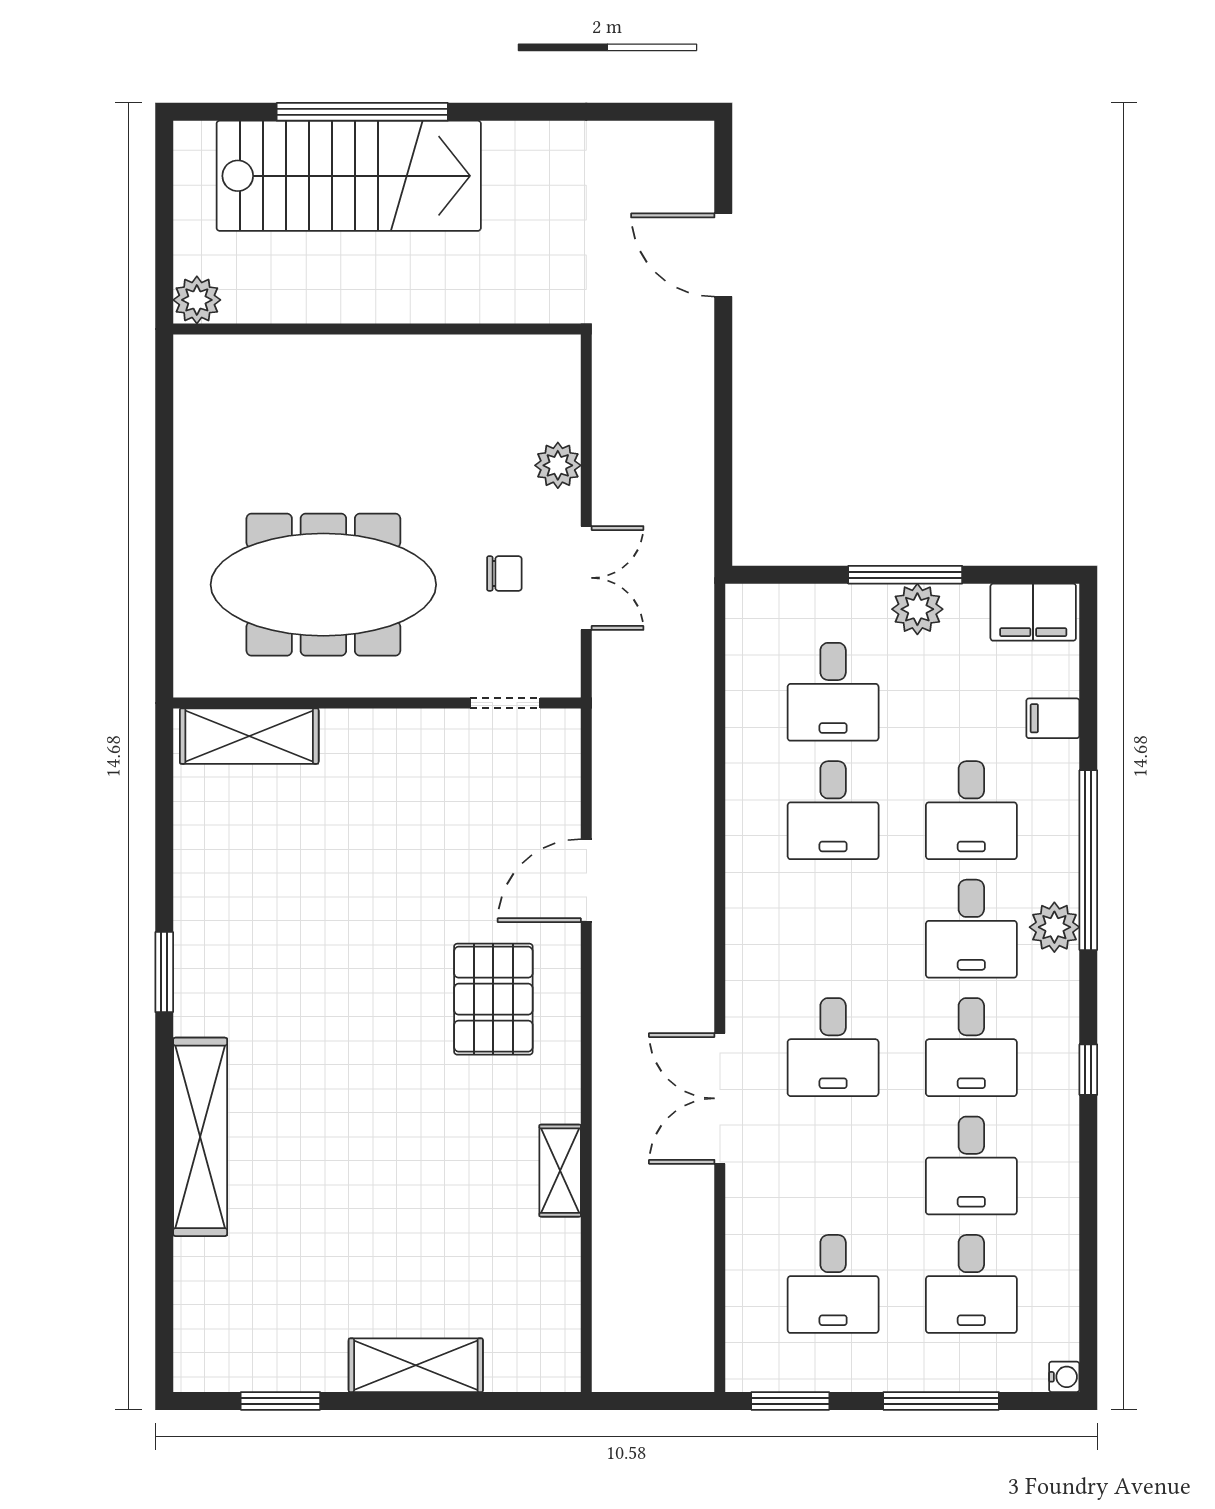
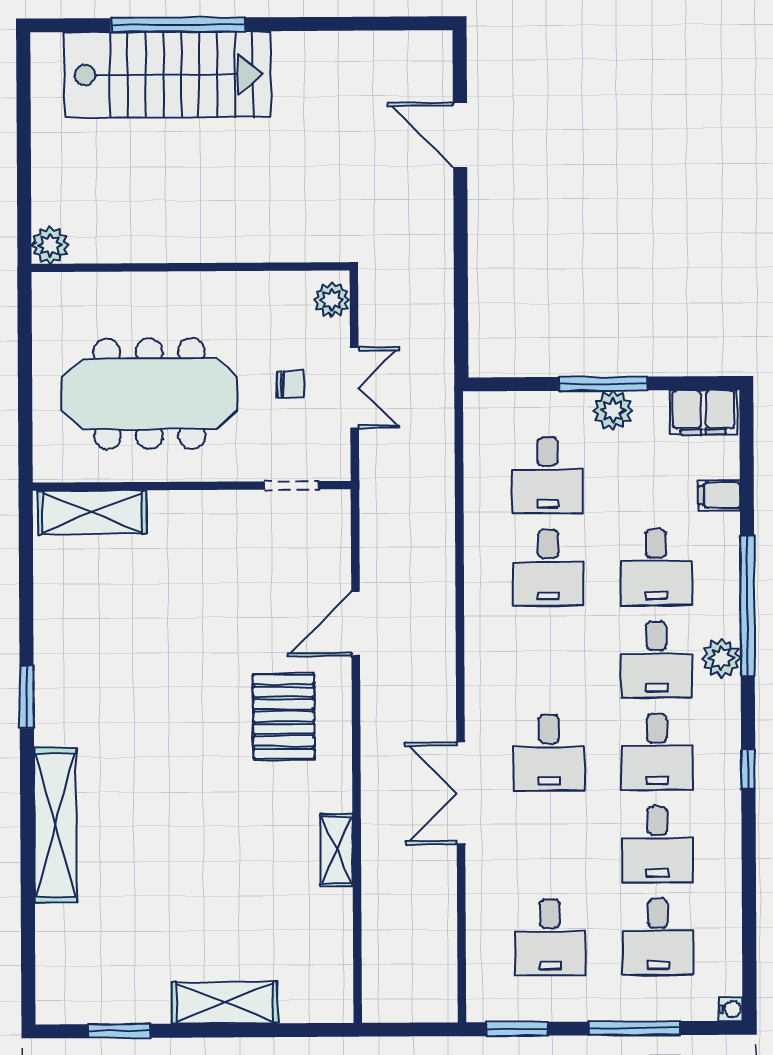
plant: (197, 300) -> (50, 245), moved
wall: (377, 329) -> (190, 267), moved

